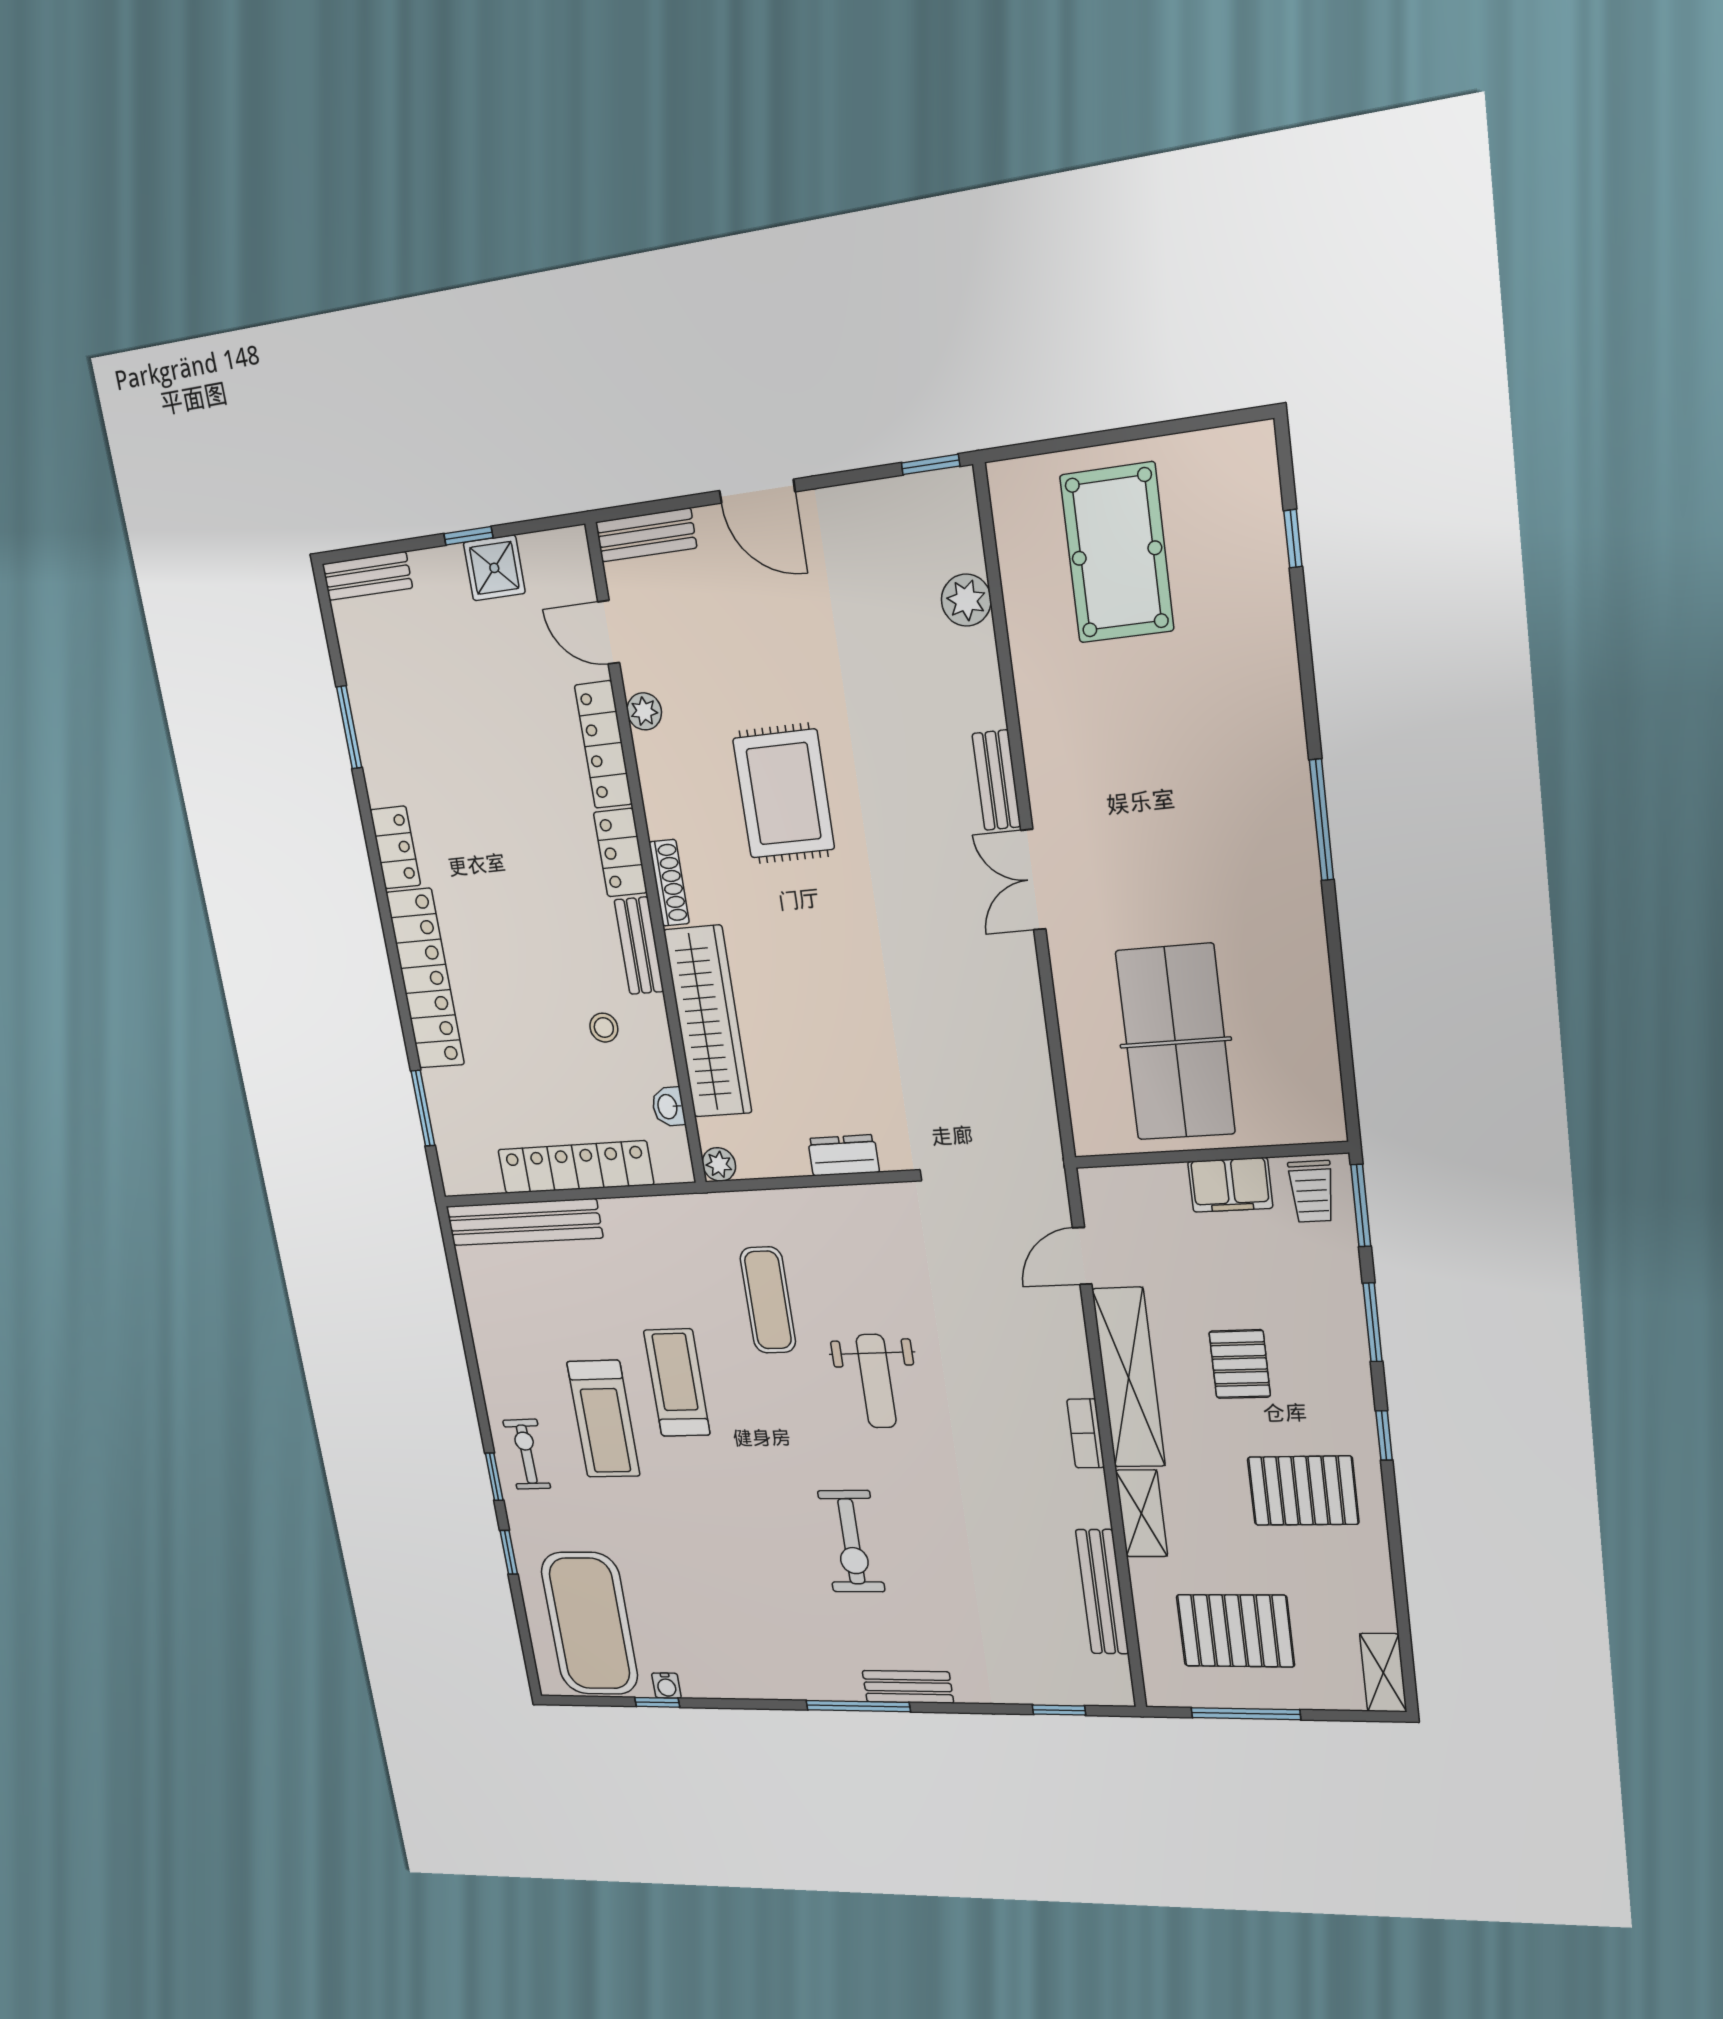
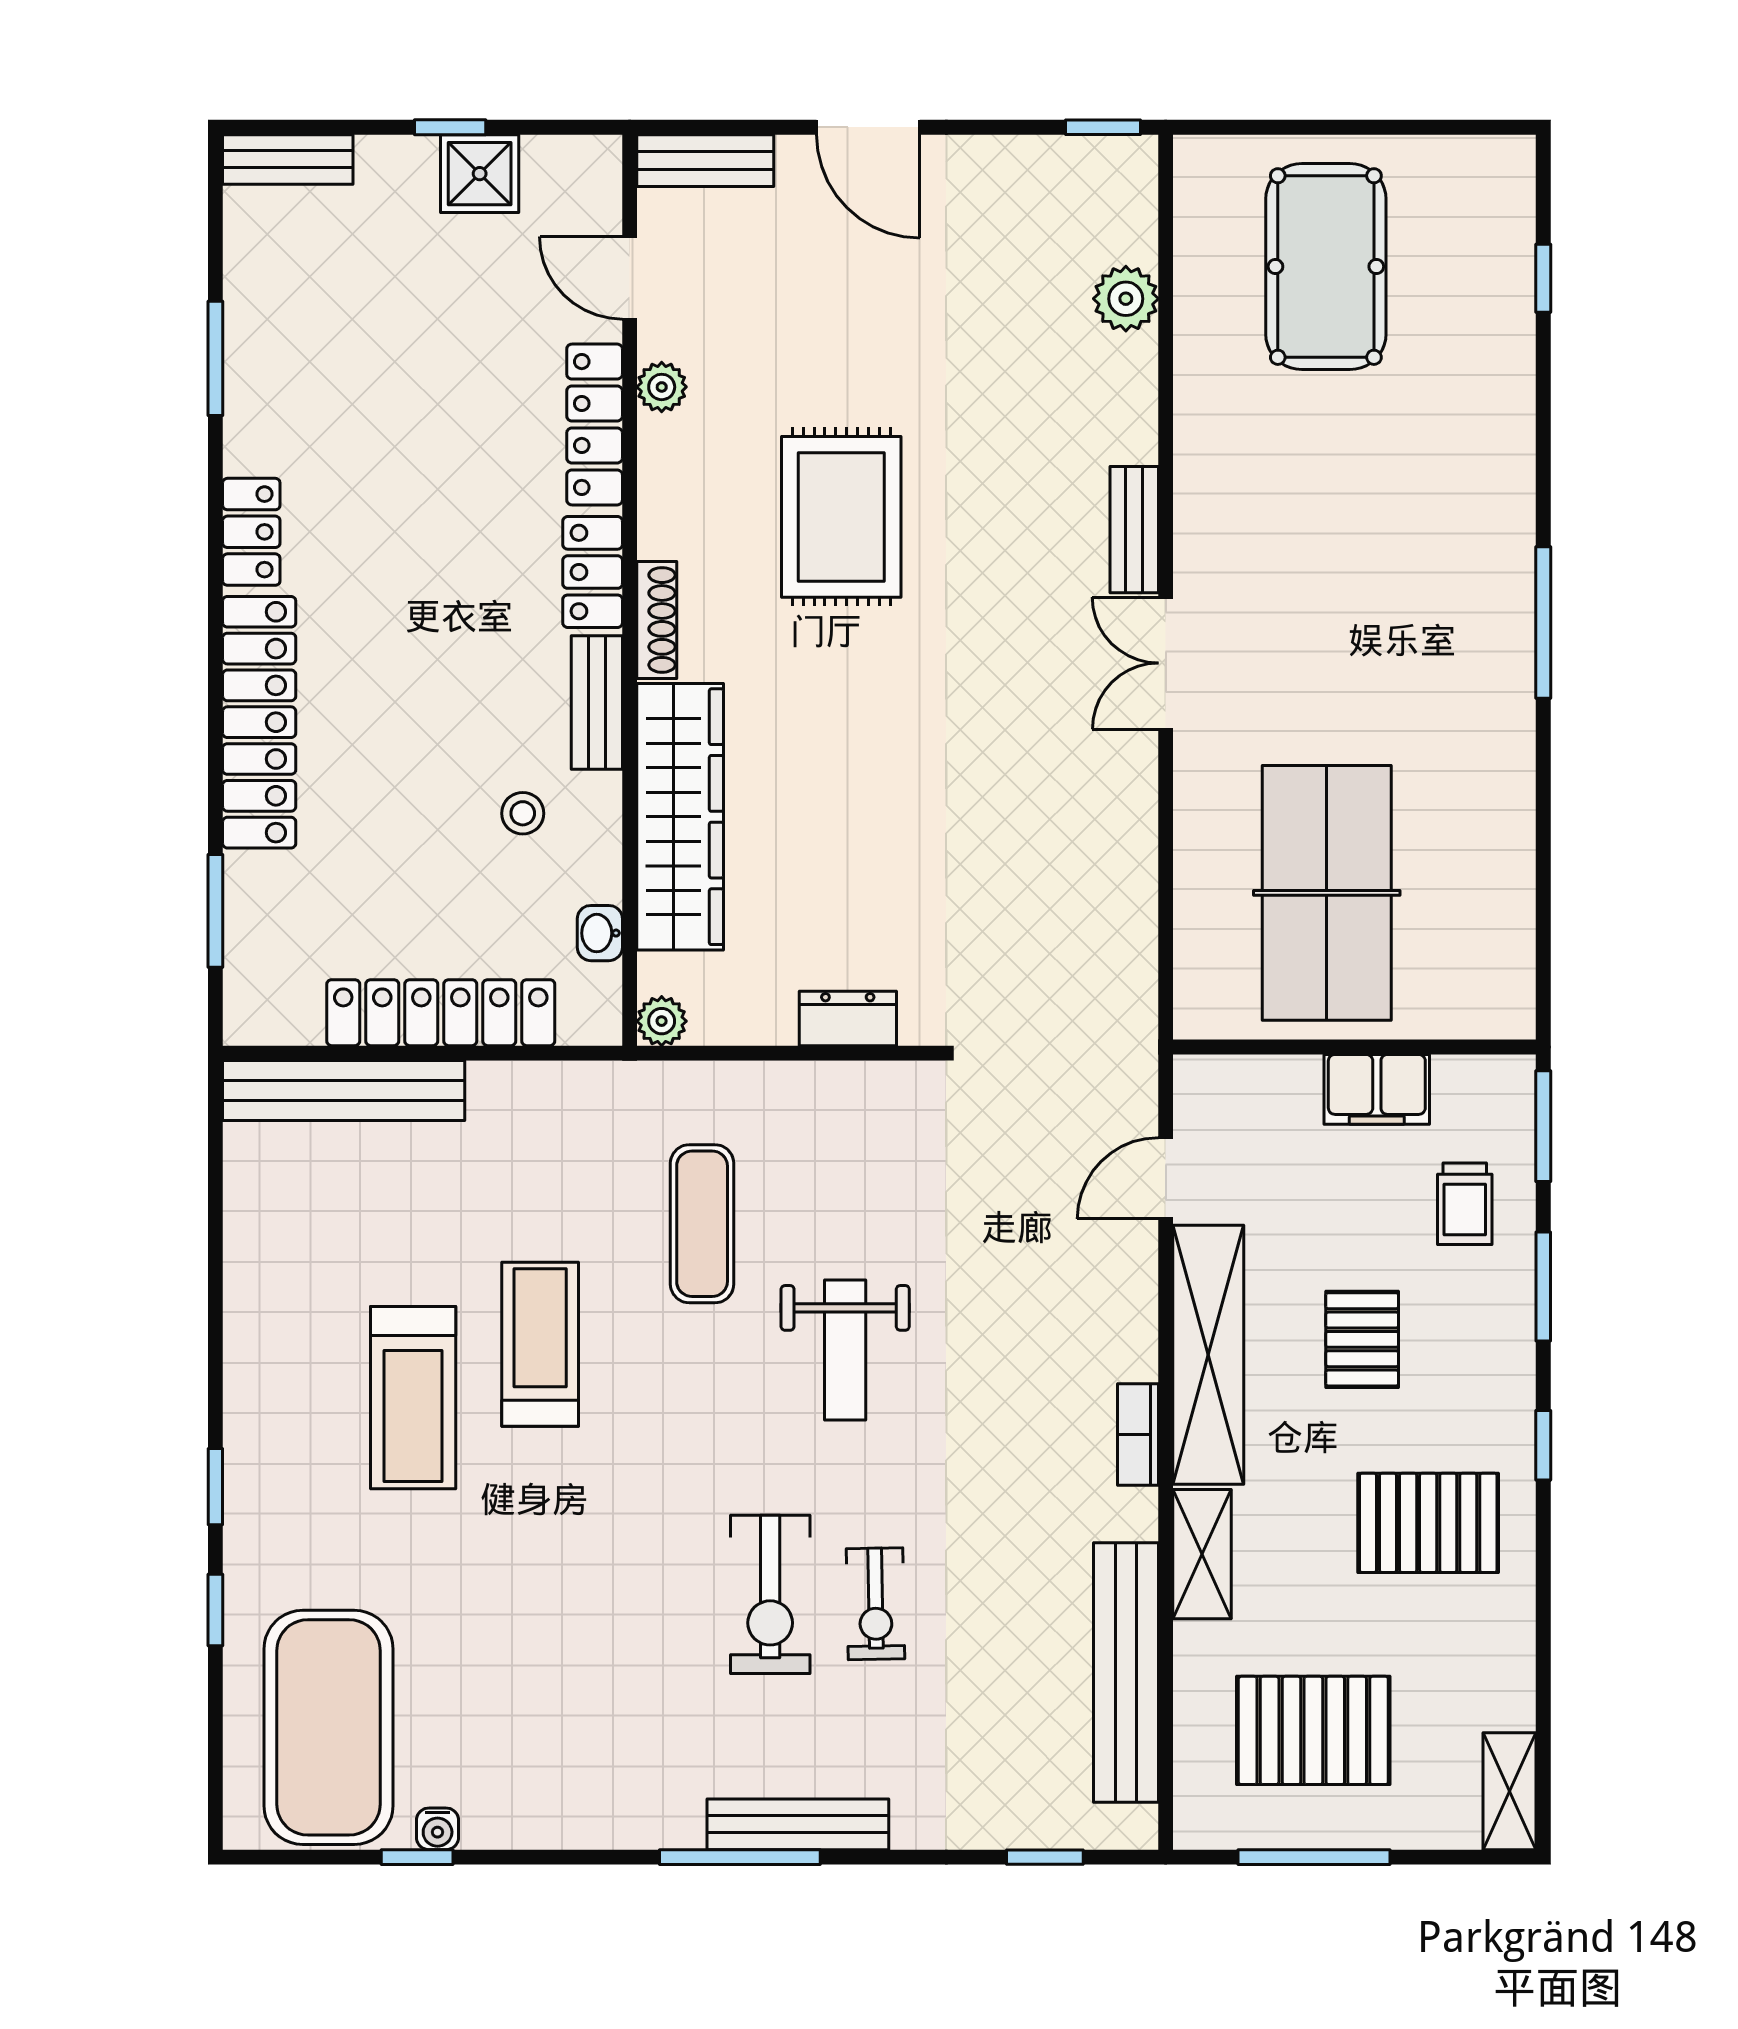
trolley: (1312, 1191) -> (1465, 1204), moved
exercise bike: (527, 1454) -> (876, 1604), moved, turned 180
bench: (1102, 1592) -> (1126, 1673), width x1.37, depth x1.21
bench: (908, 1687) -> (798, 1824), width x1.36

